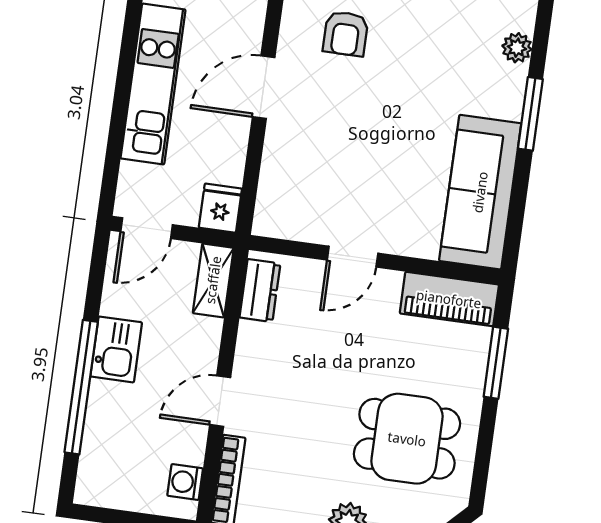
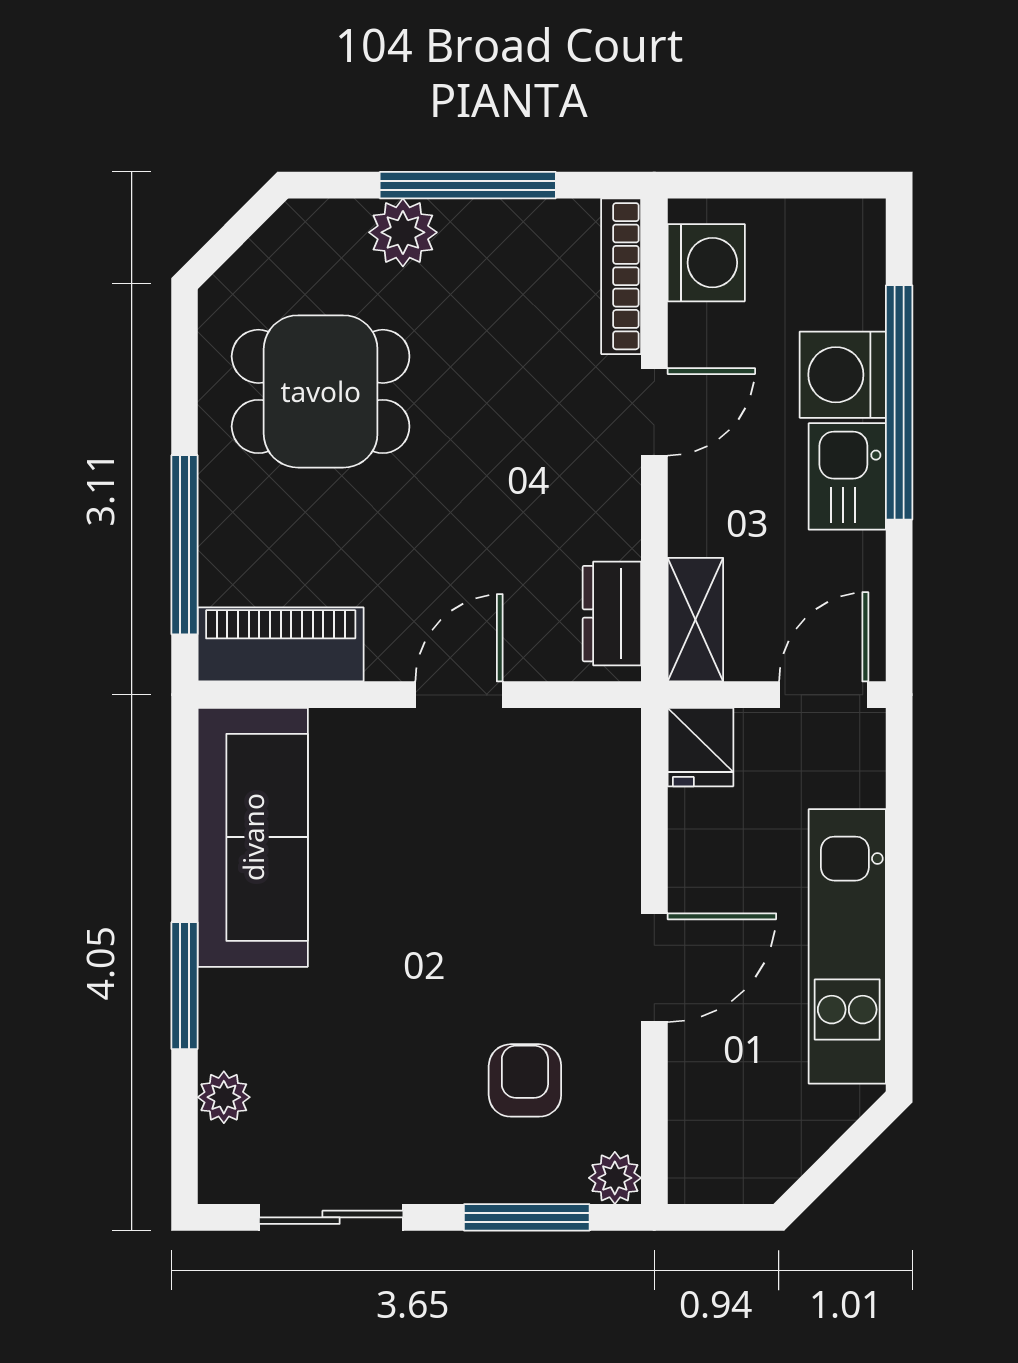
window: (496, 363) -> (185, 545), width x1.44
washing machine: (111, 407) -> (843, 375), added
washing machine: (185, 482) -> (706, 263), width x1.38, depth x1.38

